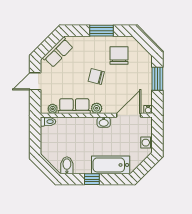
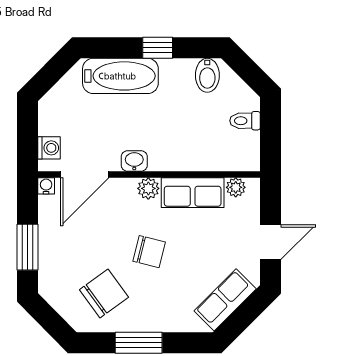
chair: (119, 55) -> (104, 293), turned -126
toilet: (48, 122) -> (245, 121), moved
washing machine: (147, 143) -> (49, 148), moved

